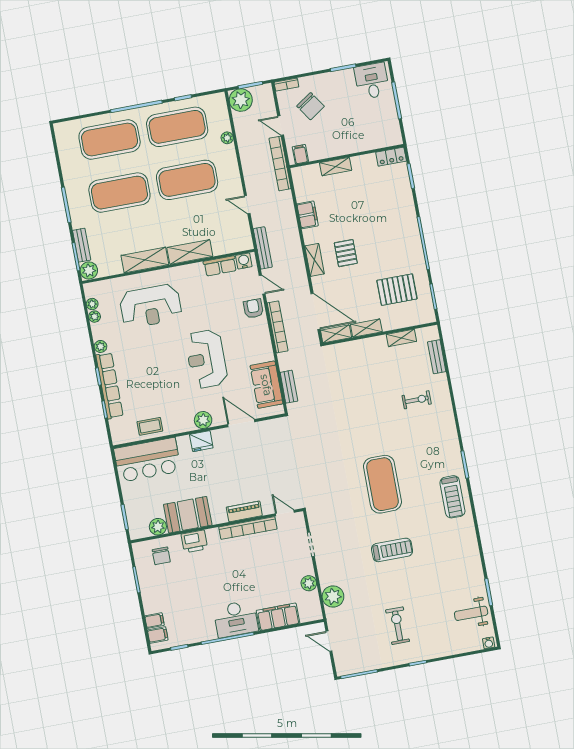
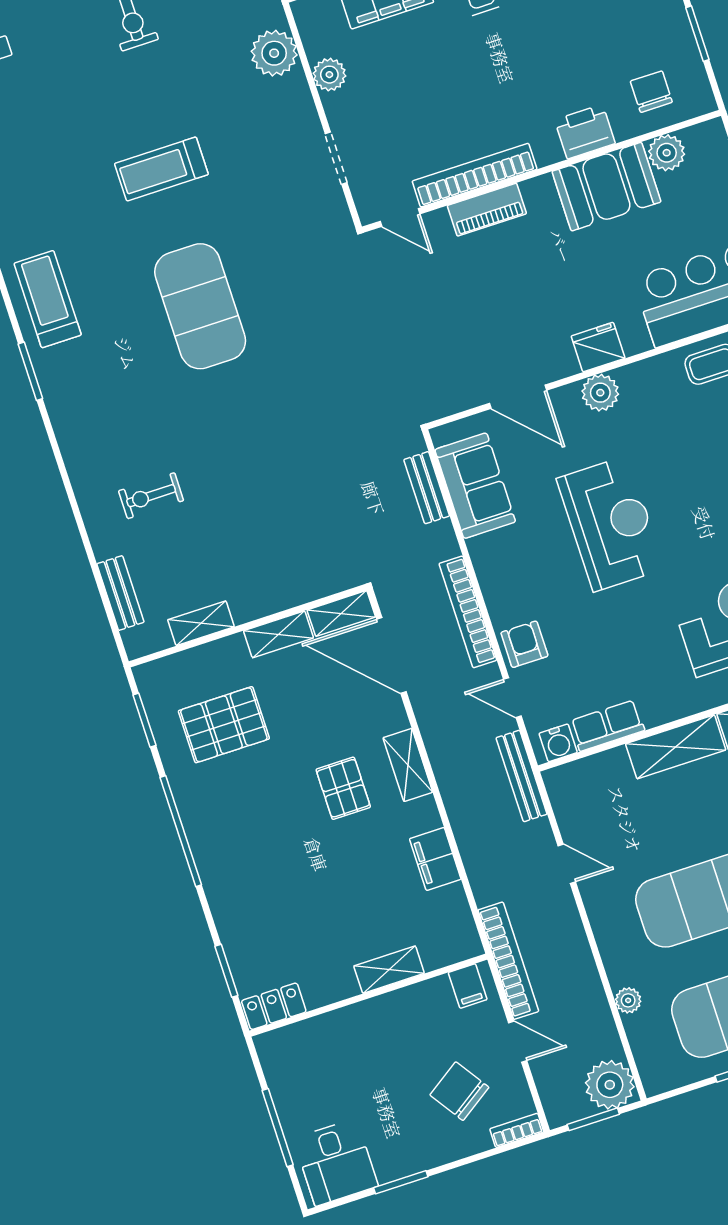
armchair: (253, 309) -> (524, 644), turned 180

